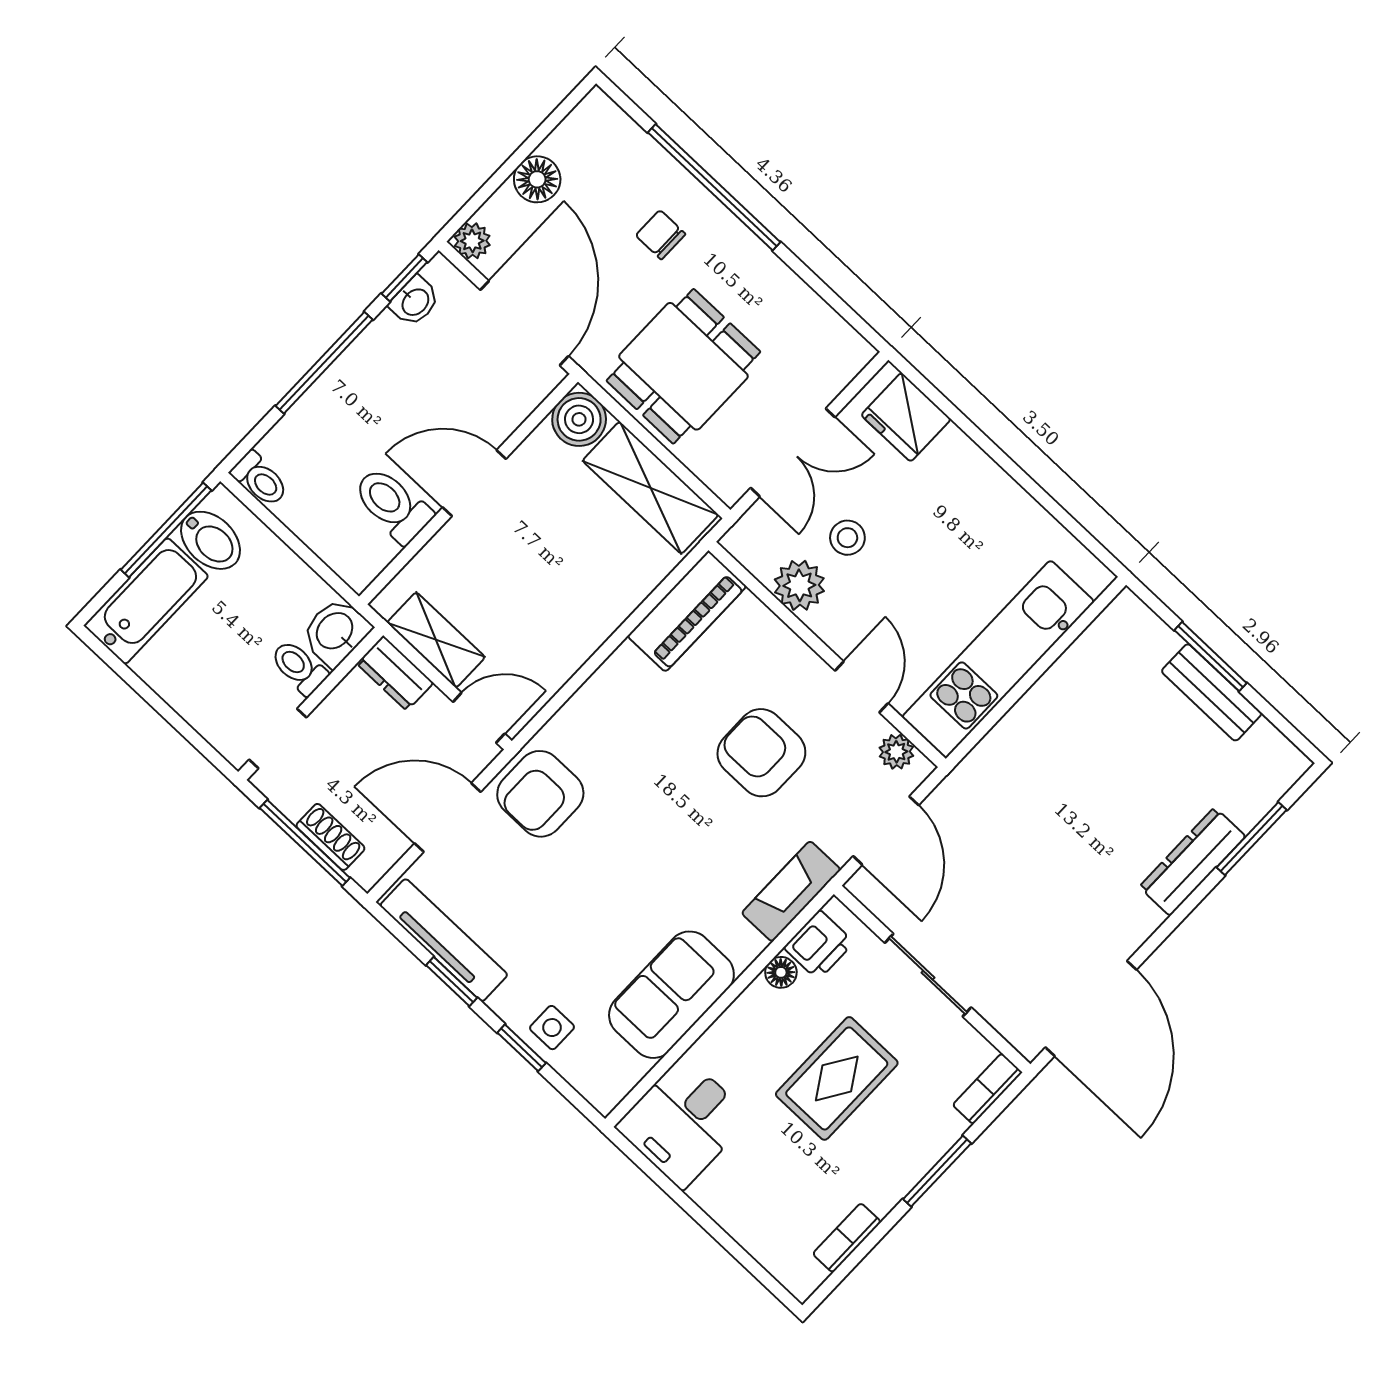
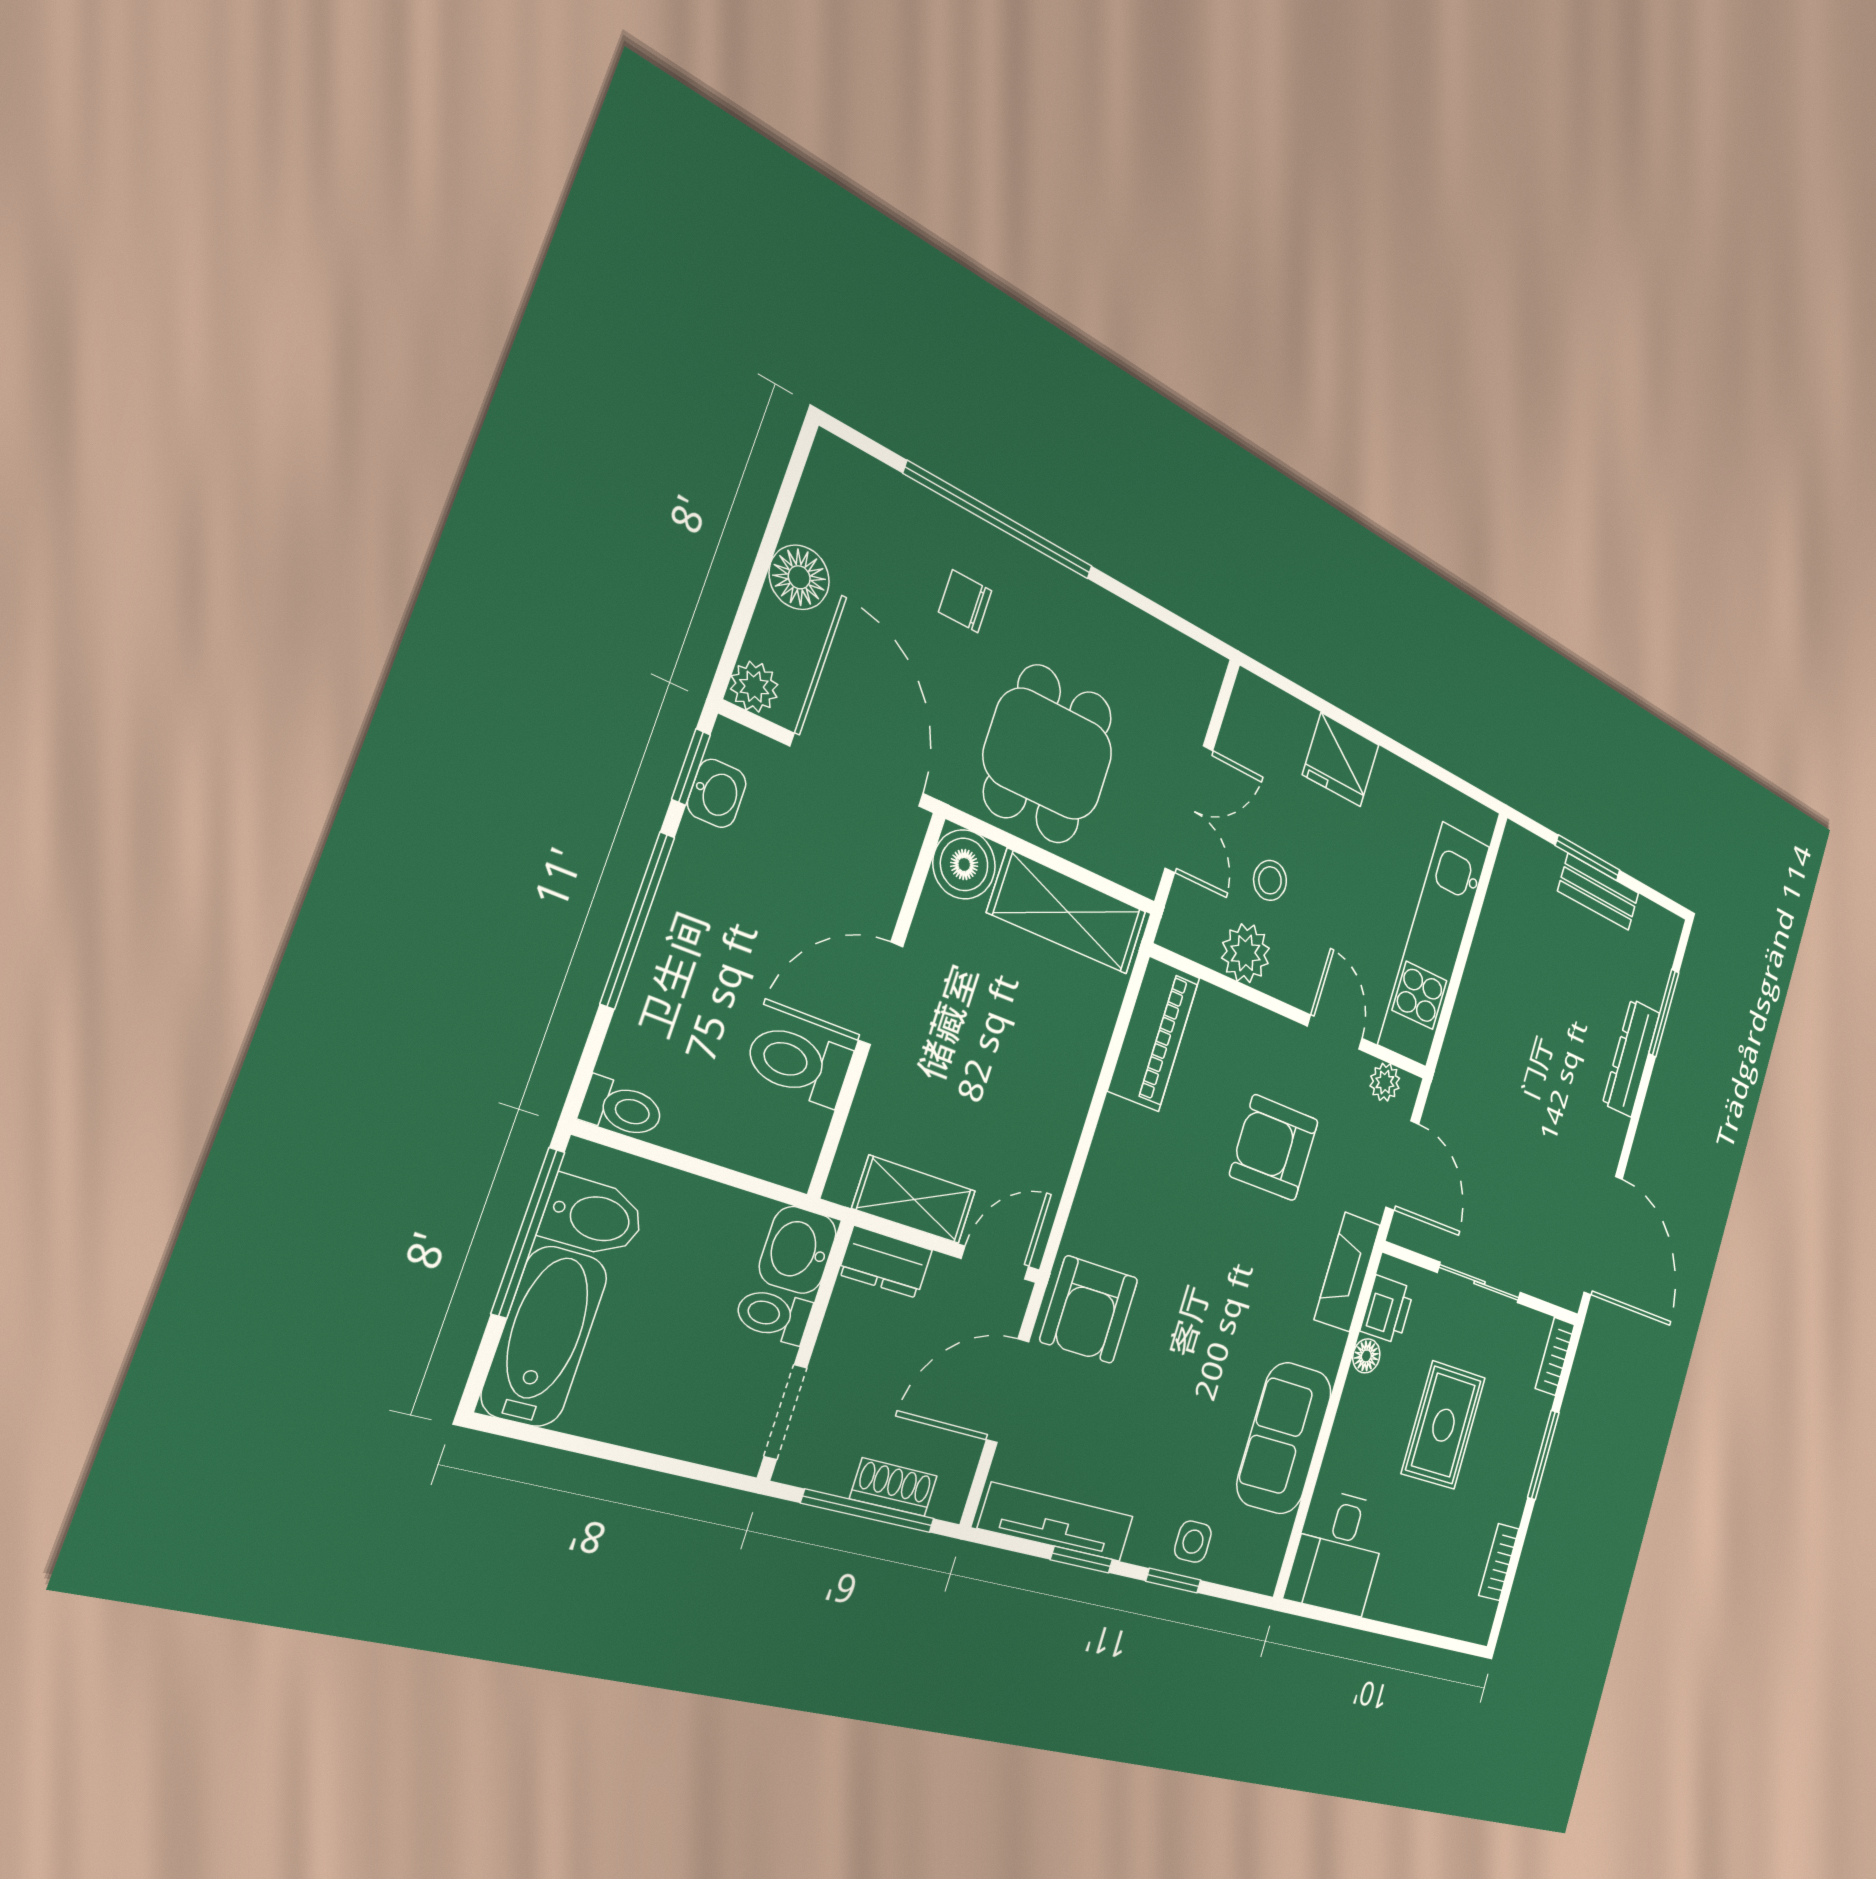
fridge: (906, 417) -> (1341, 760), moved

